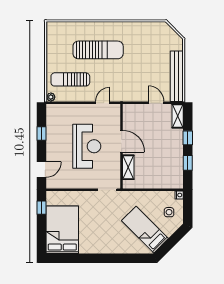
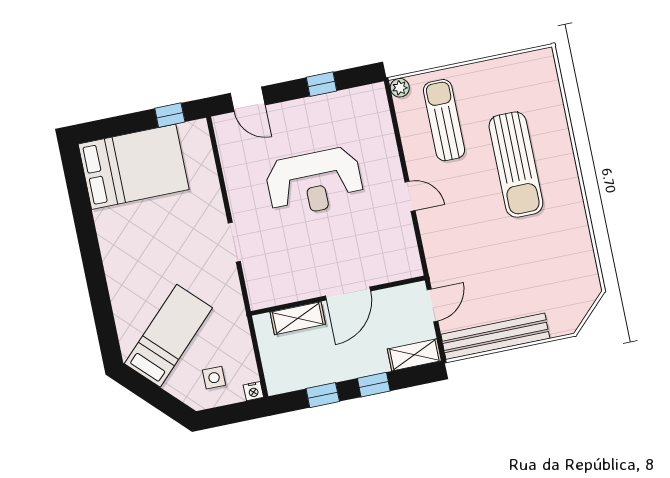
door: (122, 141) -> (348, 294), moved
wall: (122, 146) -> (338, 296), moved
shelving: (128, 167) -> (298, 318), moved

